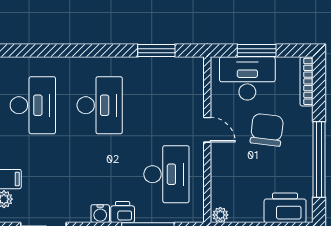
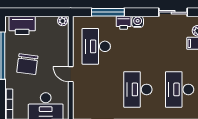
chair: (267, 130) -> (27, 64), moved

